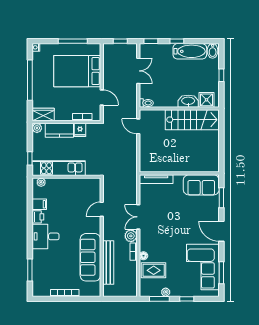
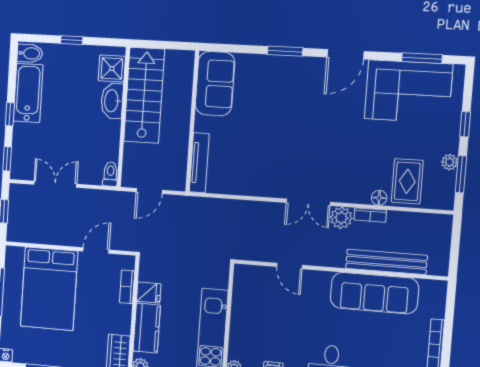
wall: (179, 173) -> (192, 121), moved
tv unit: (156, 179) -> (199, 163), moved
sofa: (201, 185) -> (215, 84), moved

